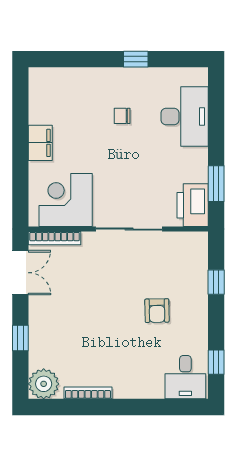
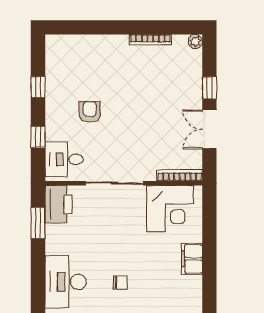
double door: (20, 273) -> (209, 129), moved
window: (216, 362) -> (38, 87), moved
desk: (185, 377) -> (64, 159), moved, turned -90
plant: (44, 384) -> (195, 41), width x0.53, depth x0.53

